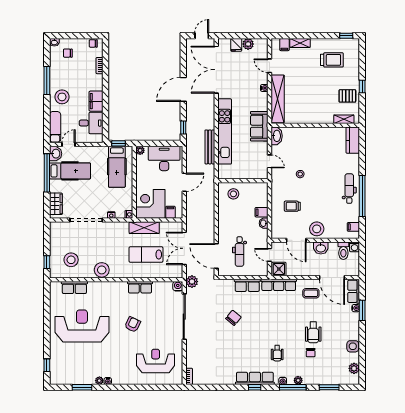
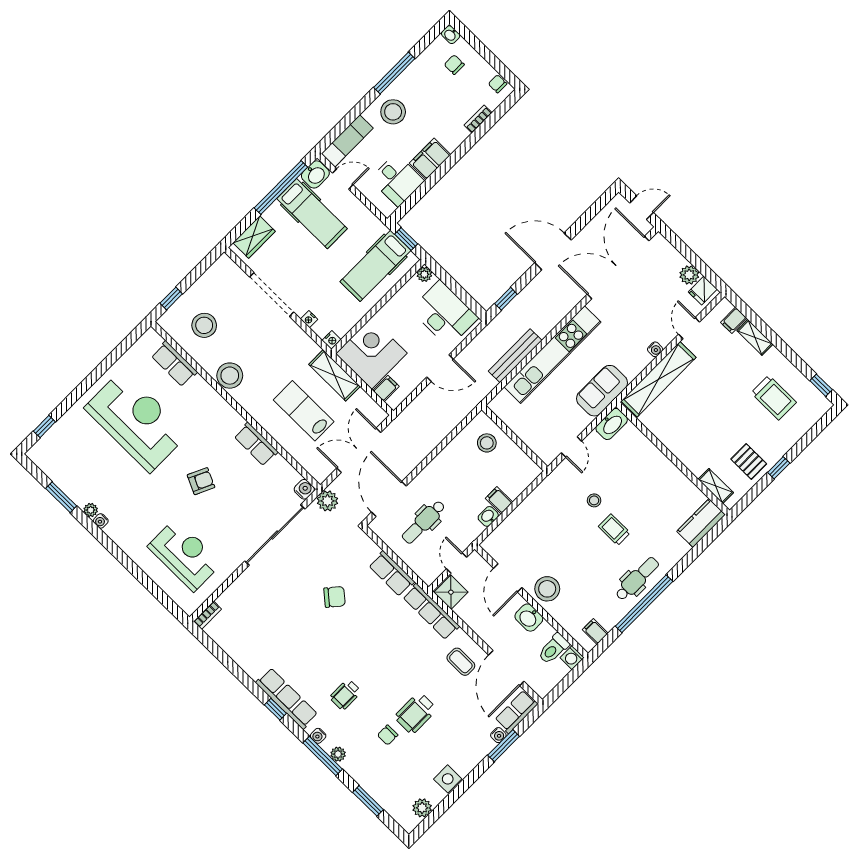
fridge: (236, 45) -> (703, 291), moved
trolley: (292, 206) -> (614, 530), moved

